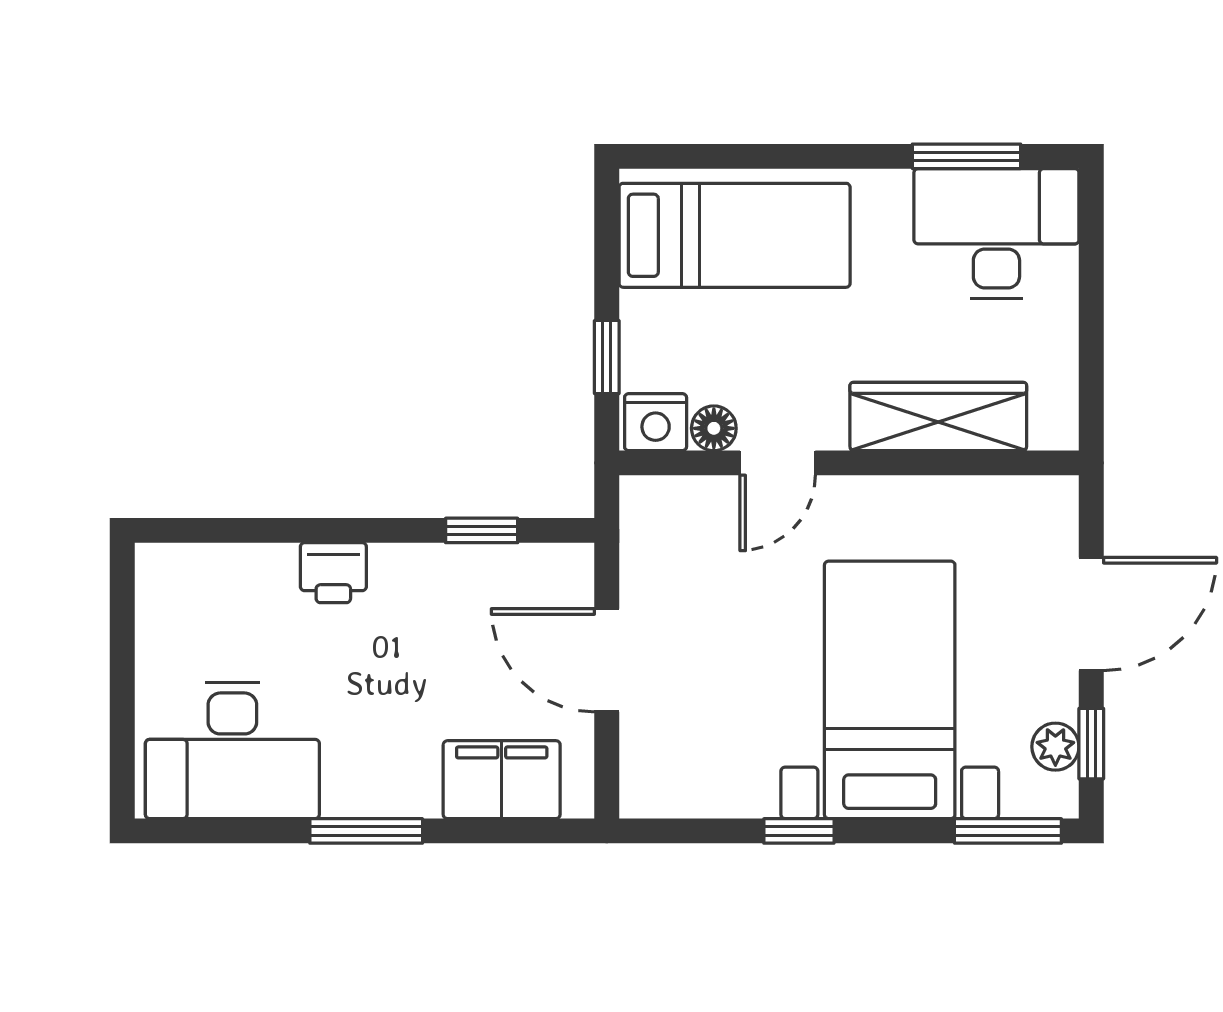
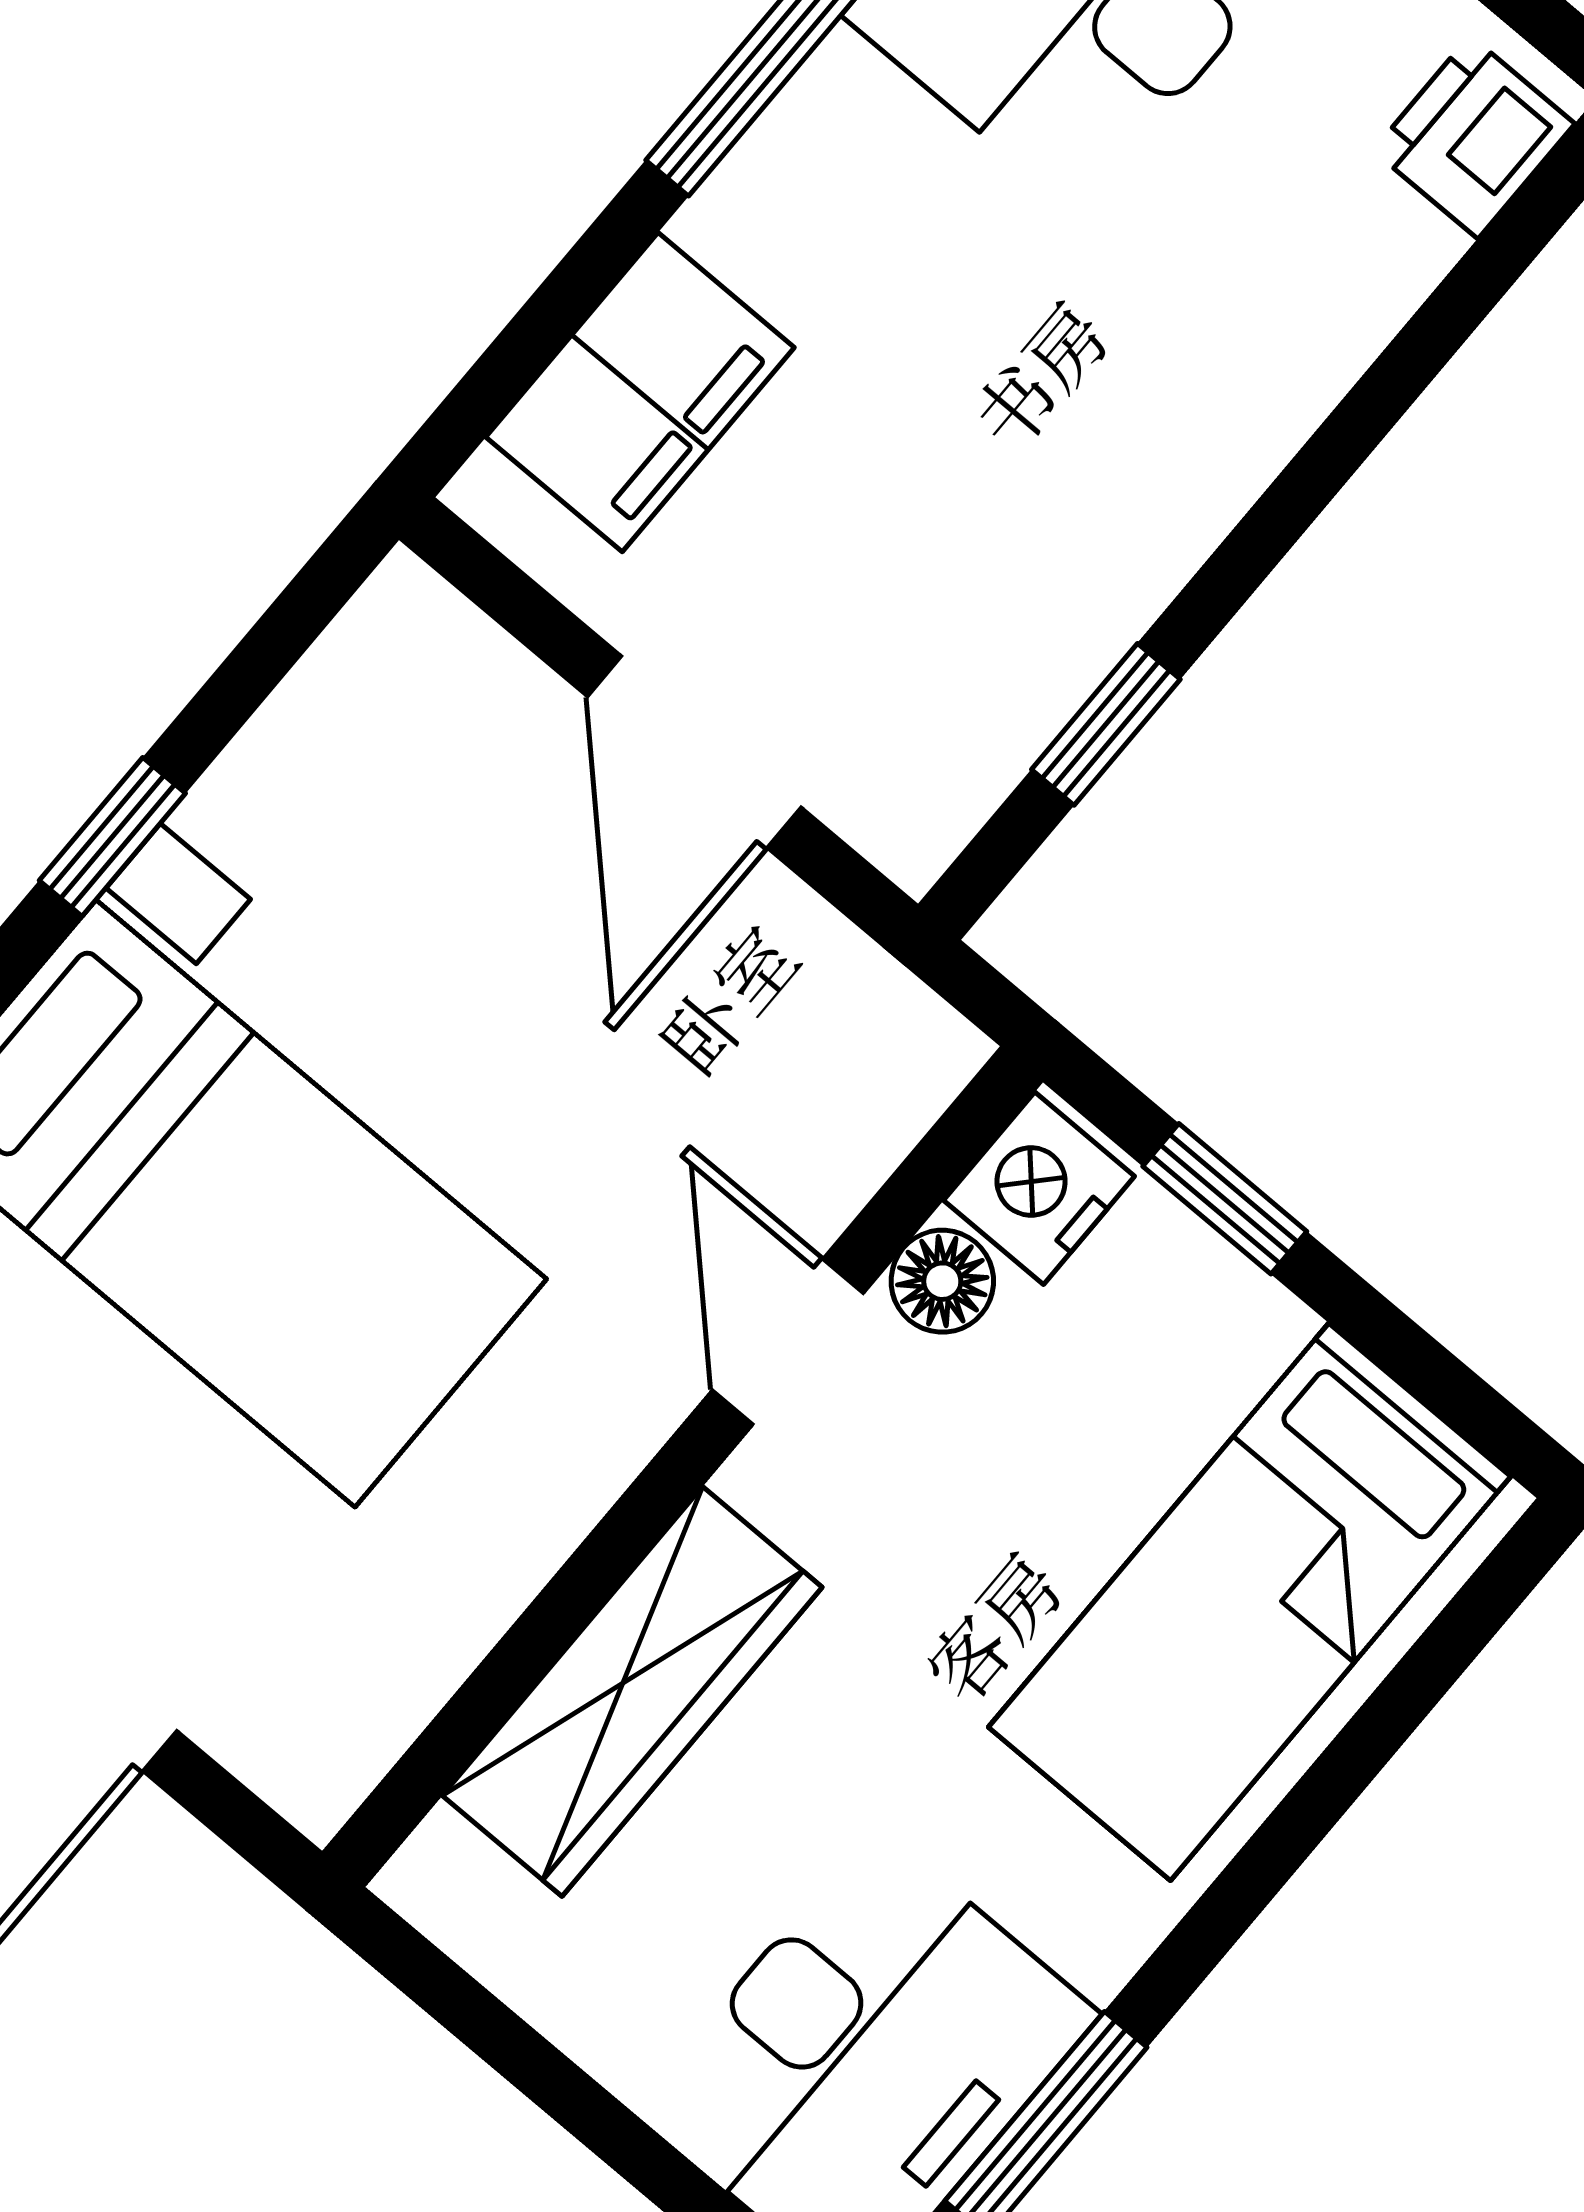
printer: (333, 573) -> (1474, 137), moved
door: (607, 660) -> (694, 752), swing flipped

